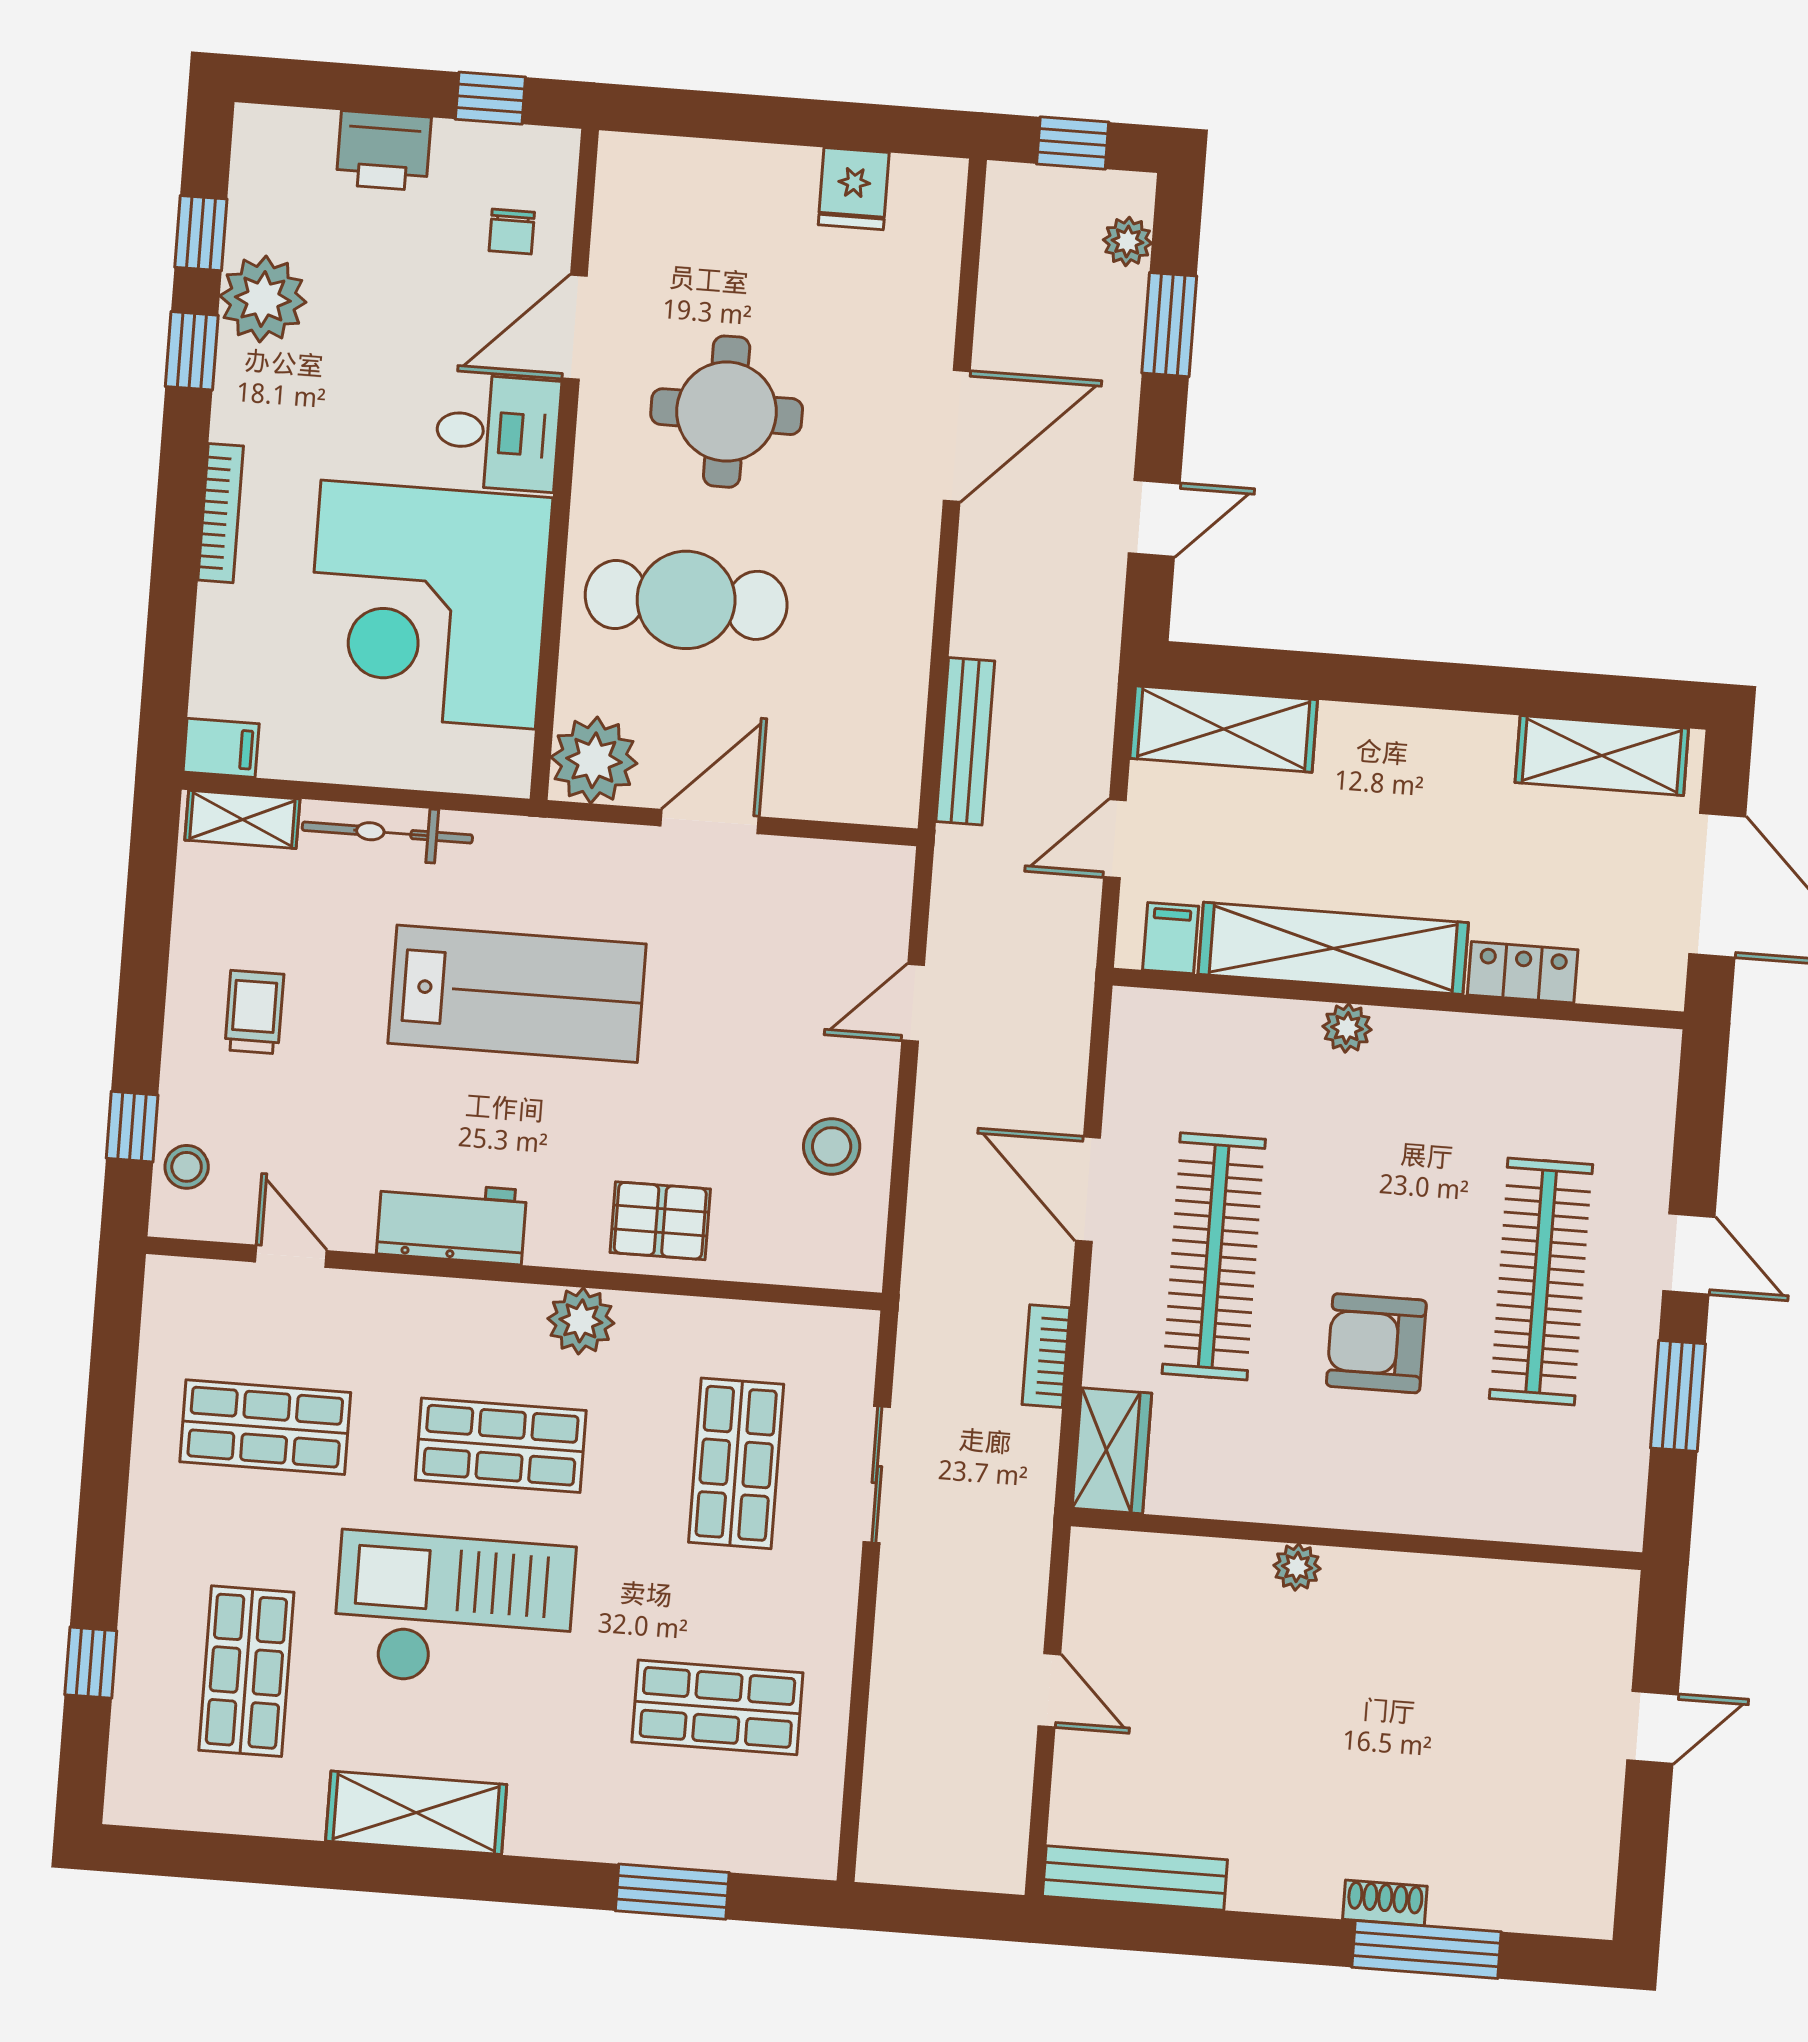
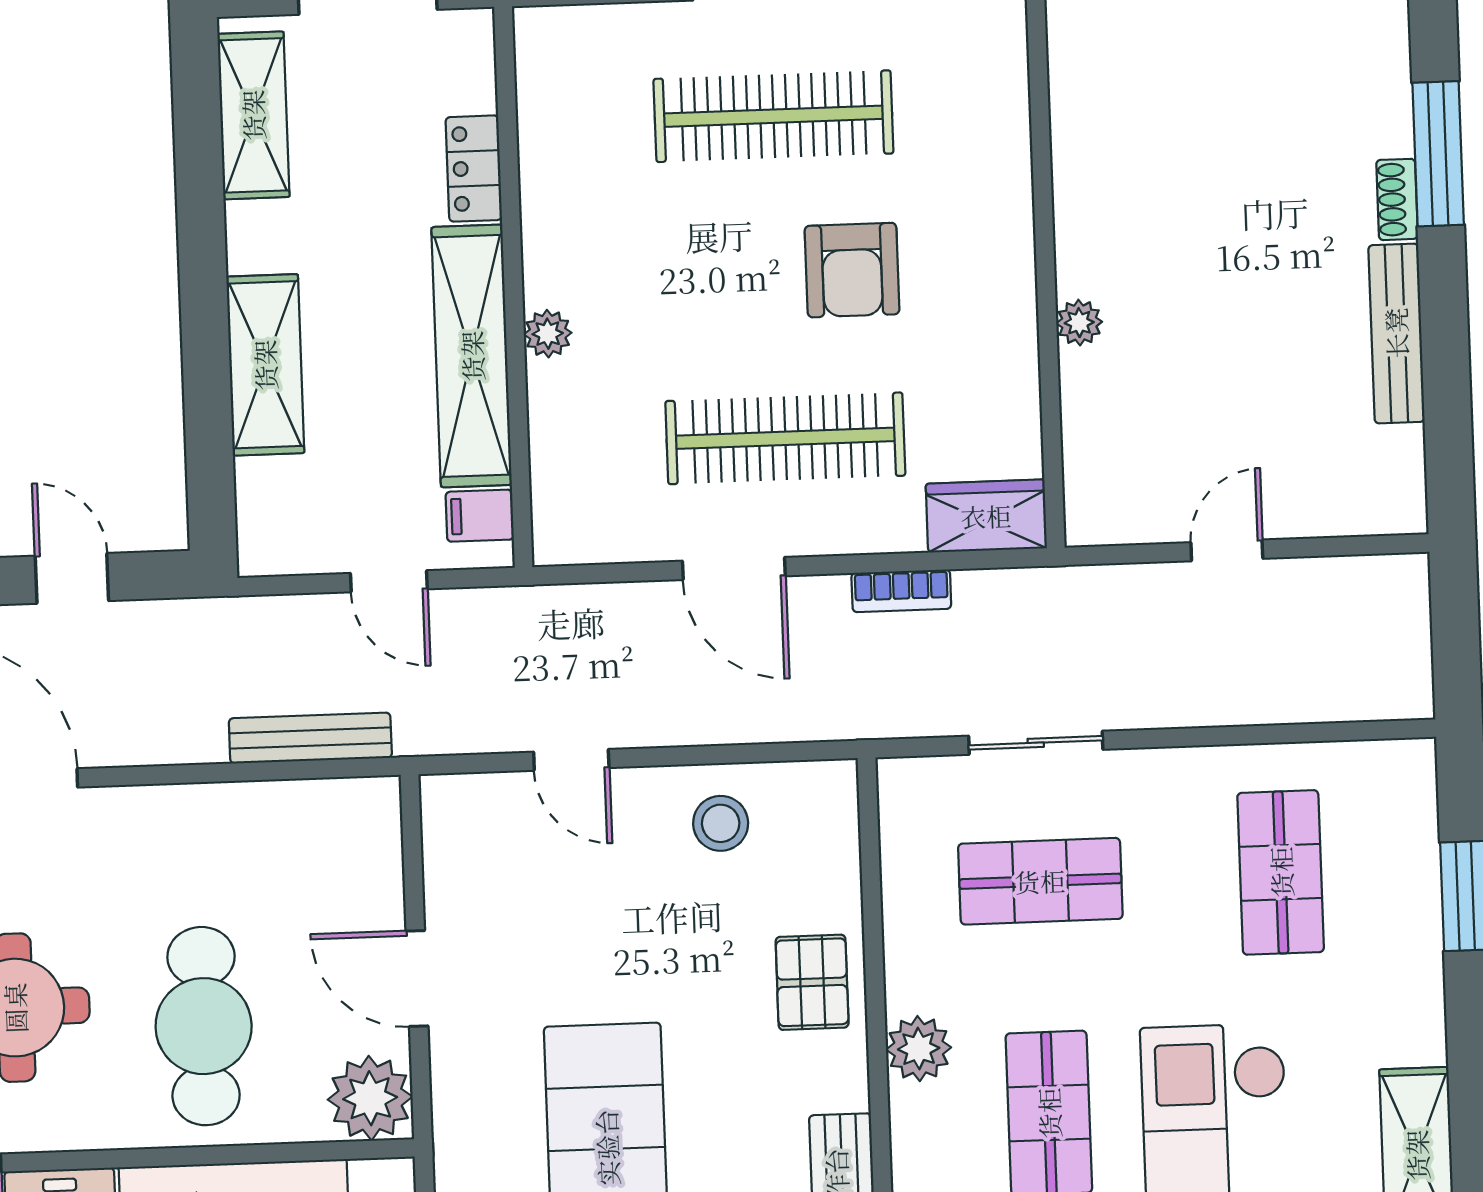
shelving: (1224, 729) -> (265, 365), moved
door: (1088, 1189) -> (734, 569), hinge flipped
bench: (1135, 1878) -> (1396, 333), moved

